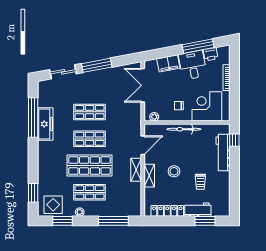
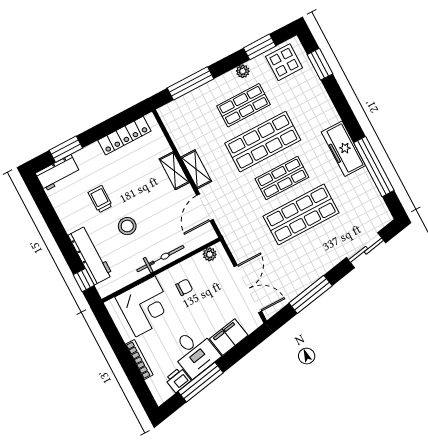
window: (97, 65) -> (311, 294), moved
shop shelf: (90, 112) -> (301, 214), width x1.43, depth x1.36
freezer: (45, 124) -> (343, 149), moved
stool: (174, 171) -> (127, 226), moved
workbench: (198, 210) -> (58, 173), moved

